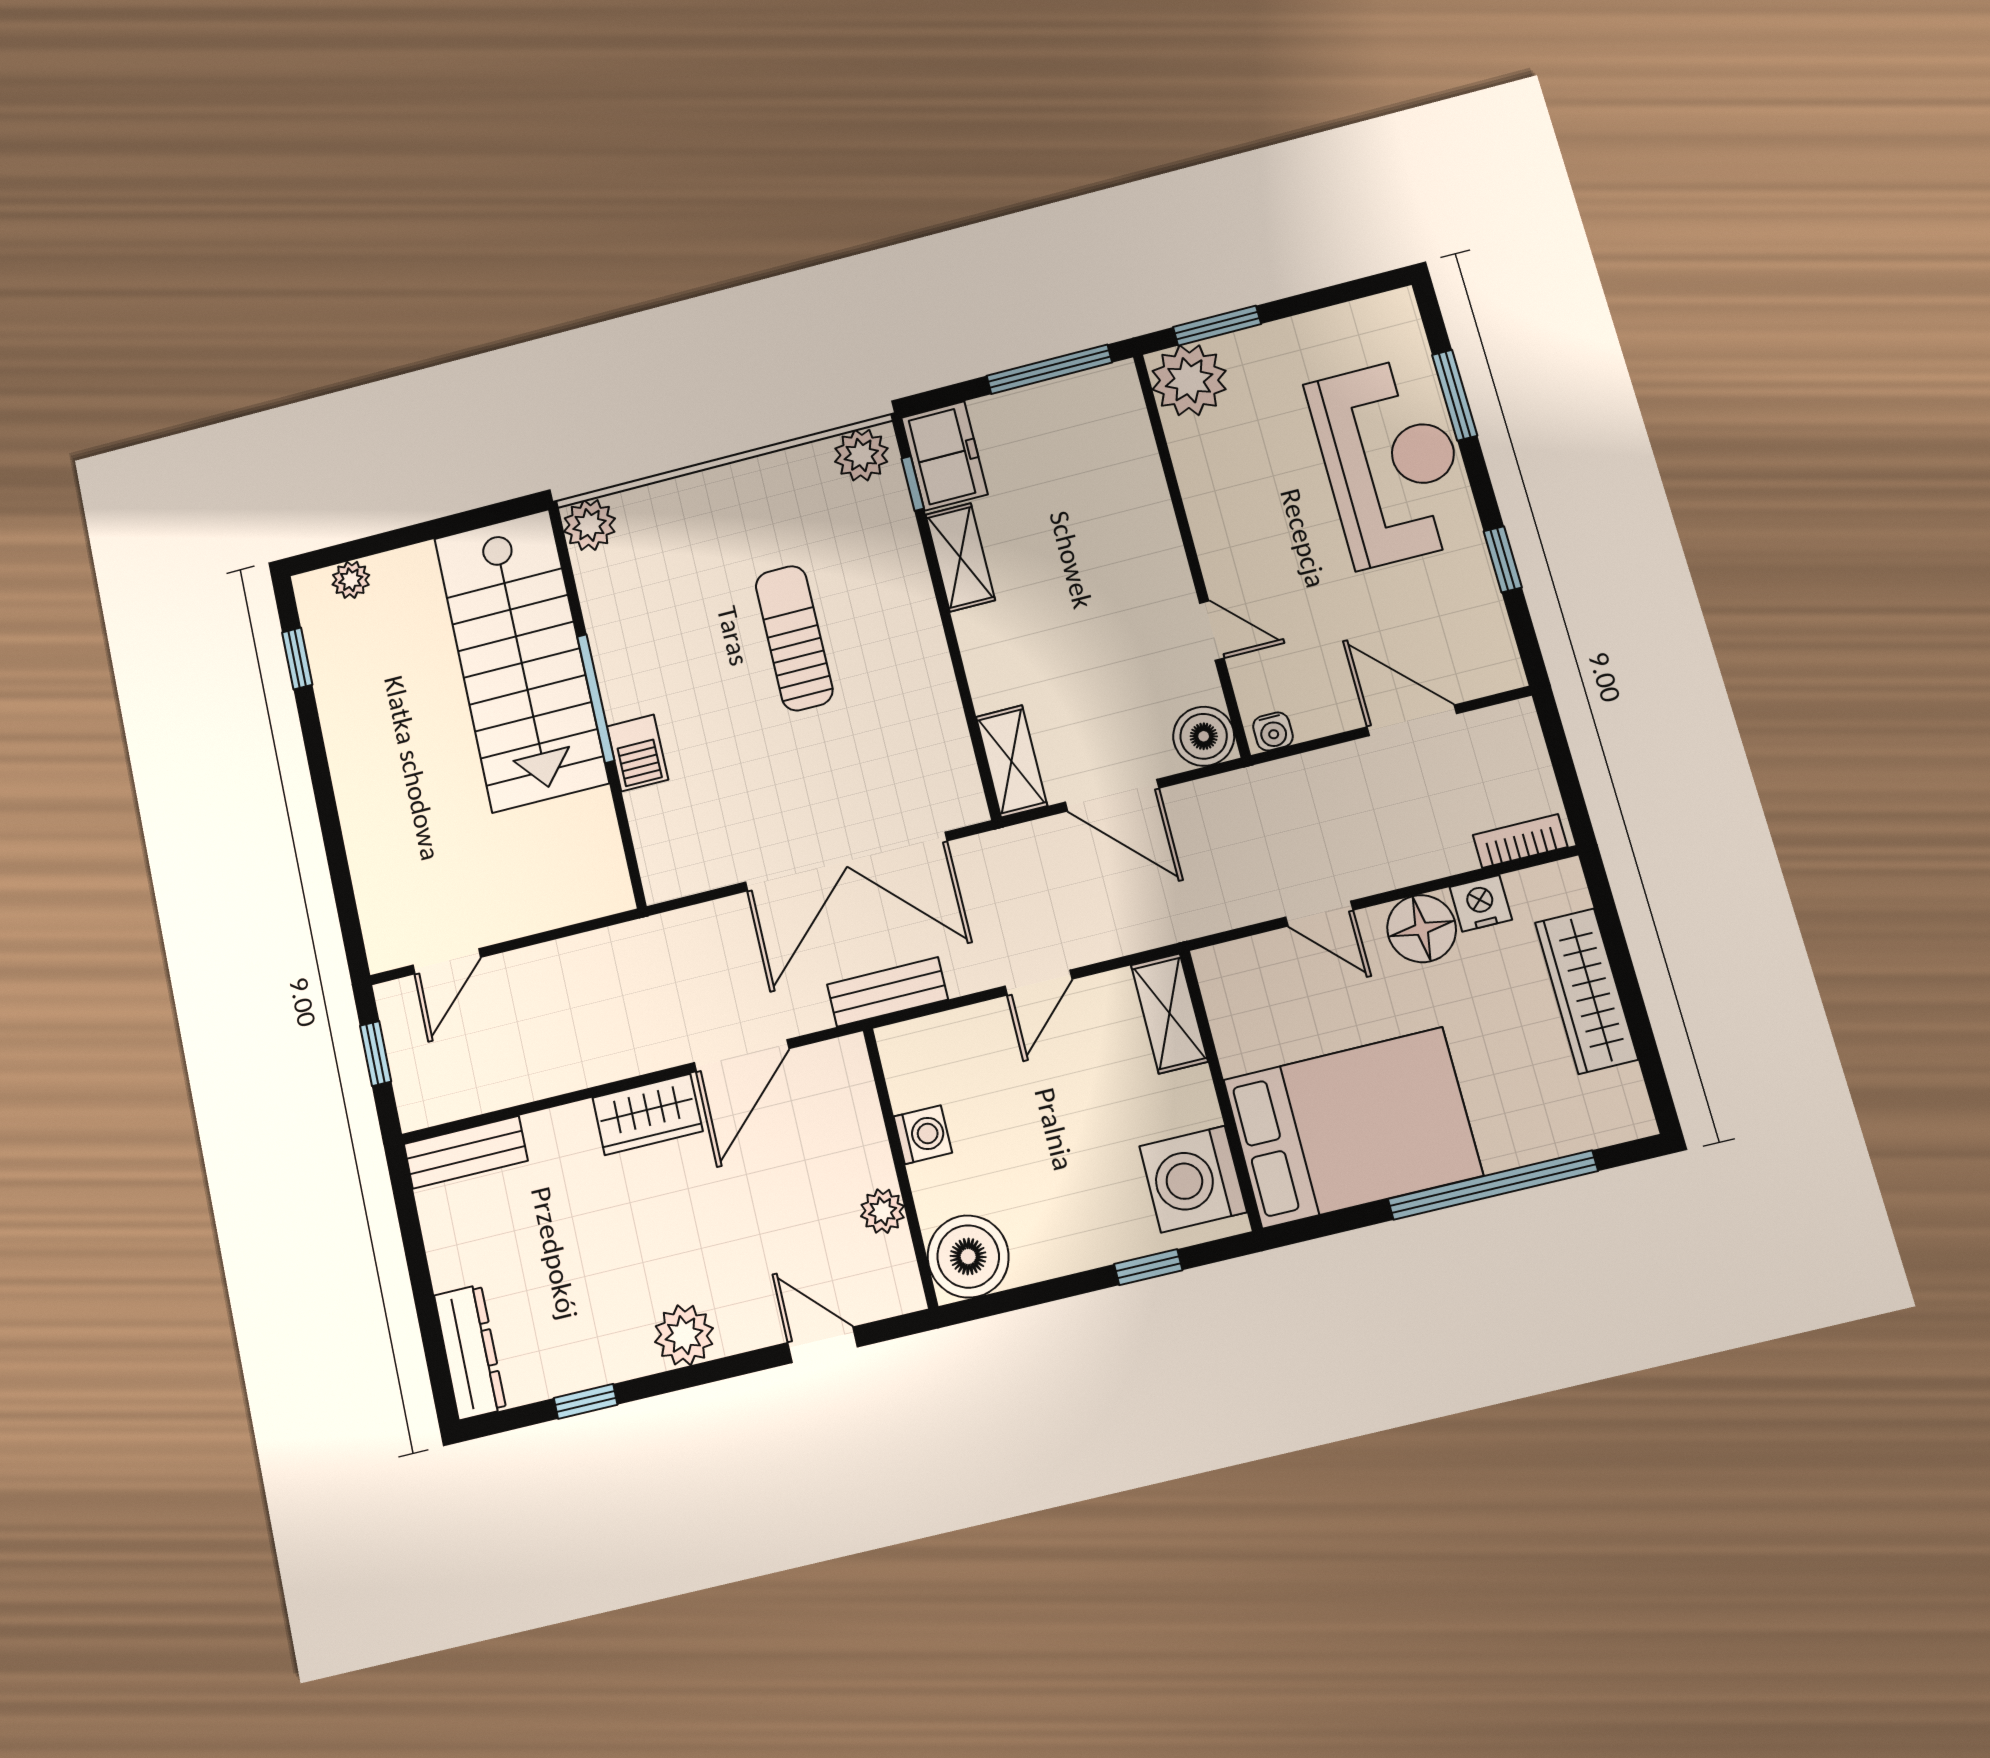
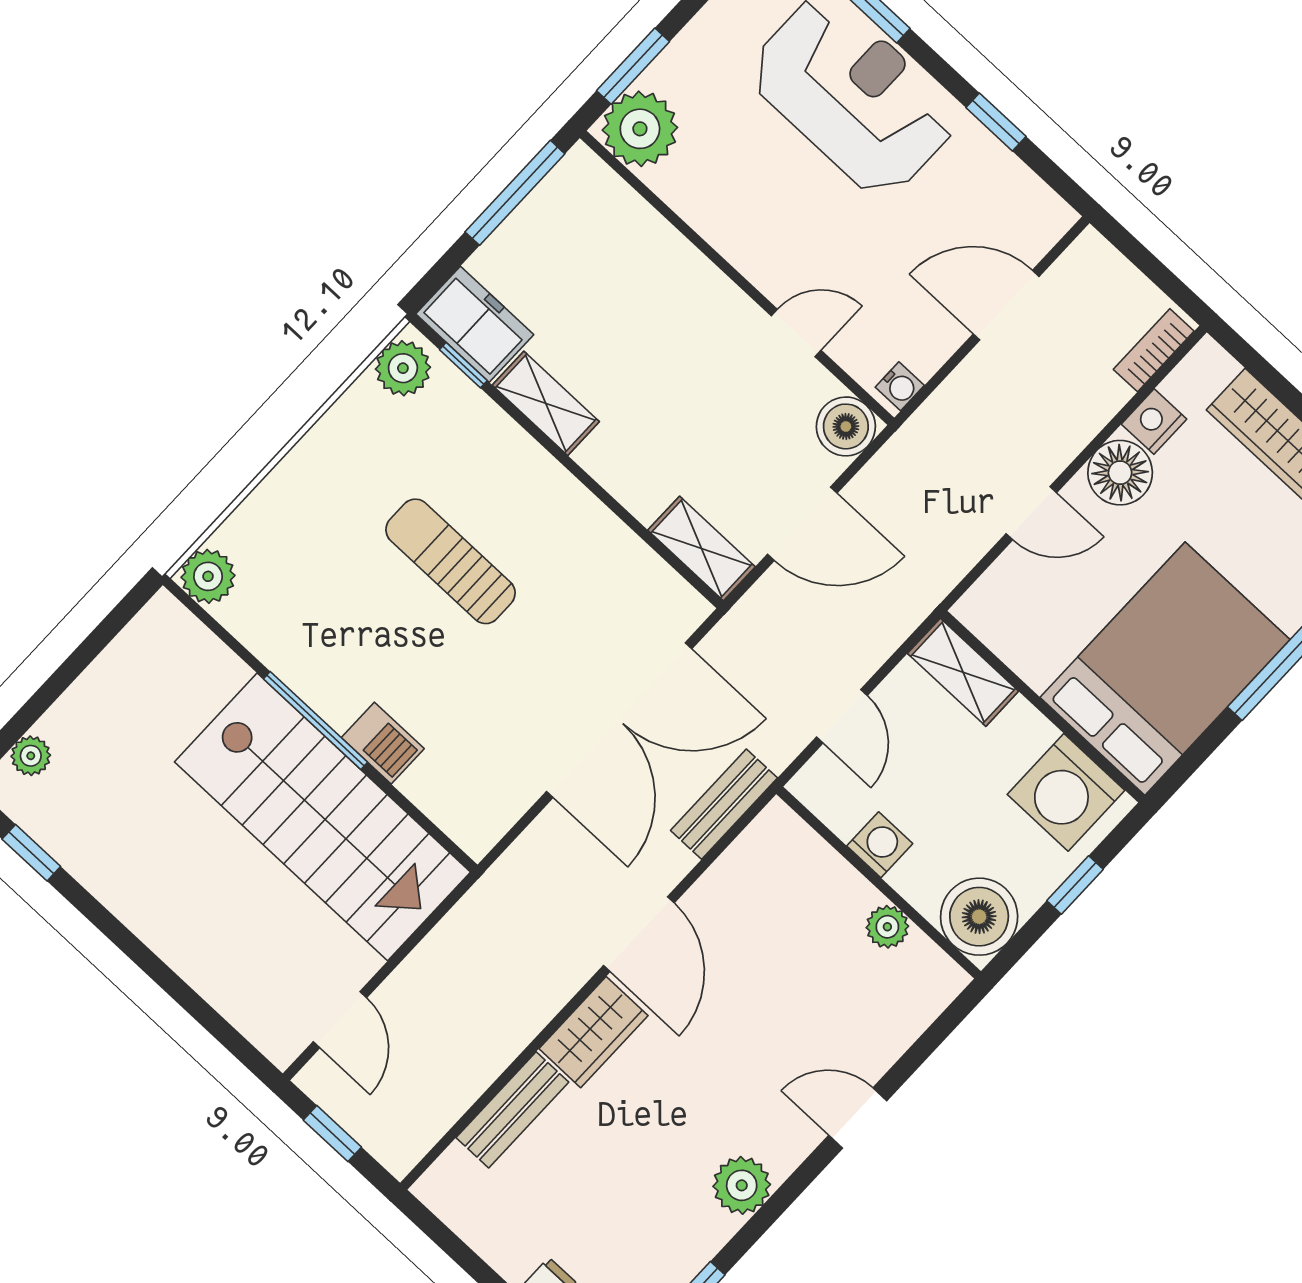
stairs: (521, 660) -> (322, 817), moved
washing machine: (923, 1135) -> (880, 845), moved
bench: (466, 1152) -> (512, 1110), moved
wall: (900, 1167) -> (879, 883), moved
plant: (883, 1211) -> (887, 927), moved
boiler: (968, 1256) -> (979, 917), moved

